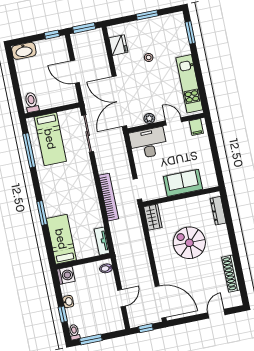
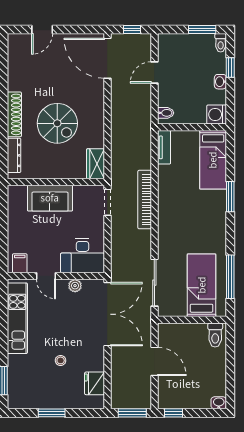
washbasin: (24, 51) -> (219, 403), width x0.52, depth x0.69
shoe rack: (231, 274) -> (14, 114), moved

